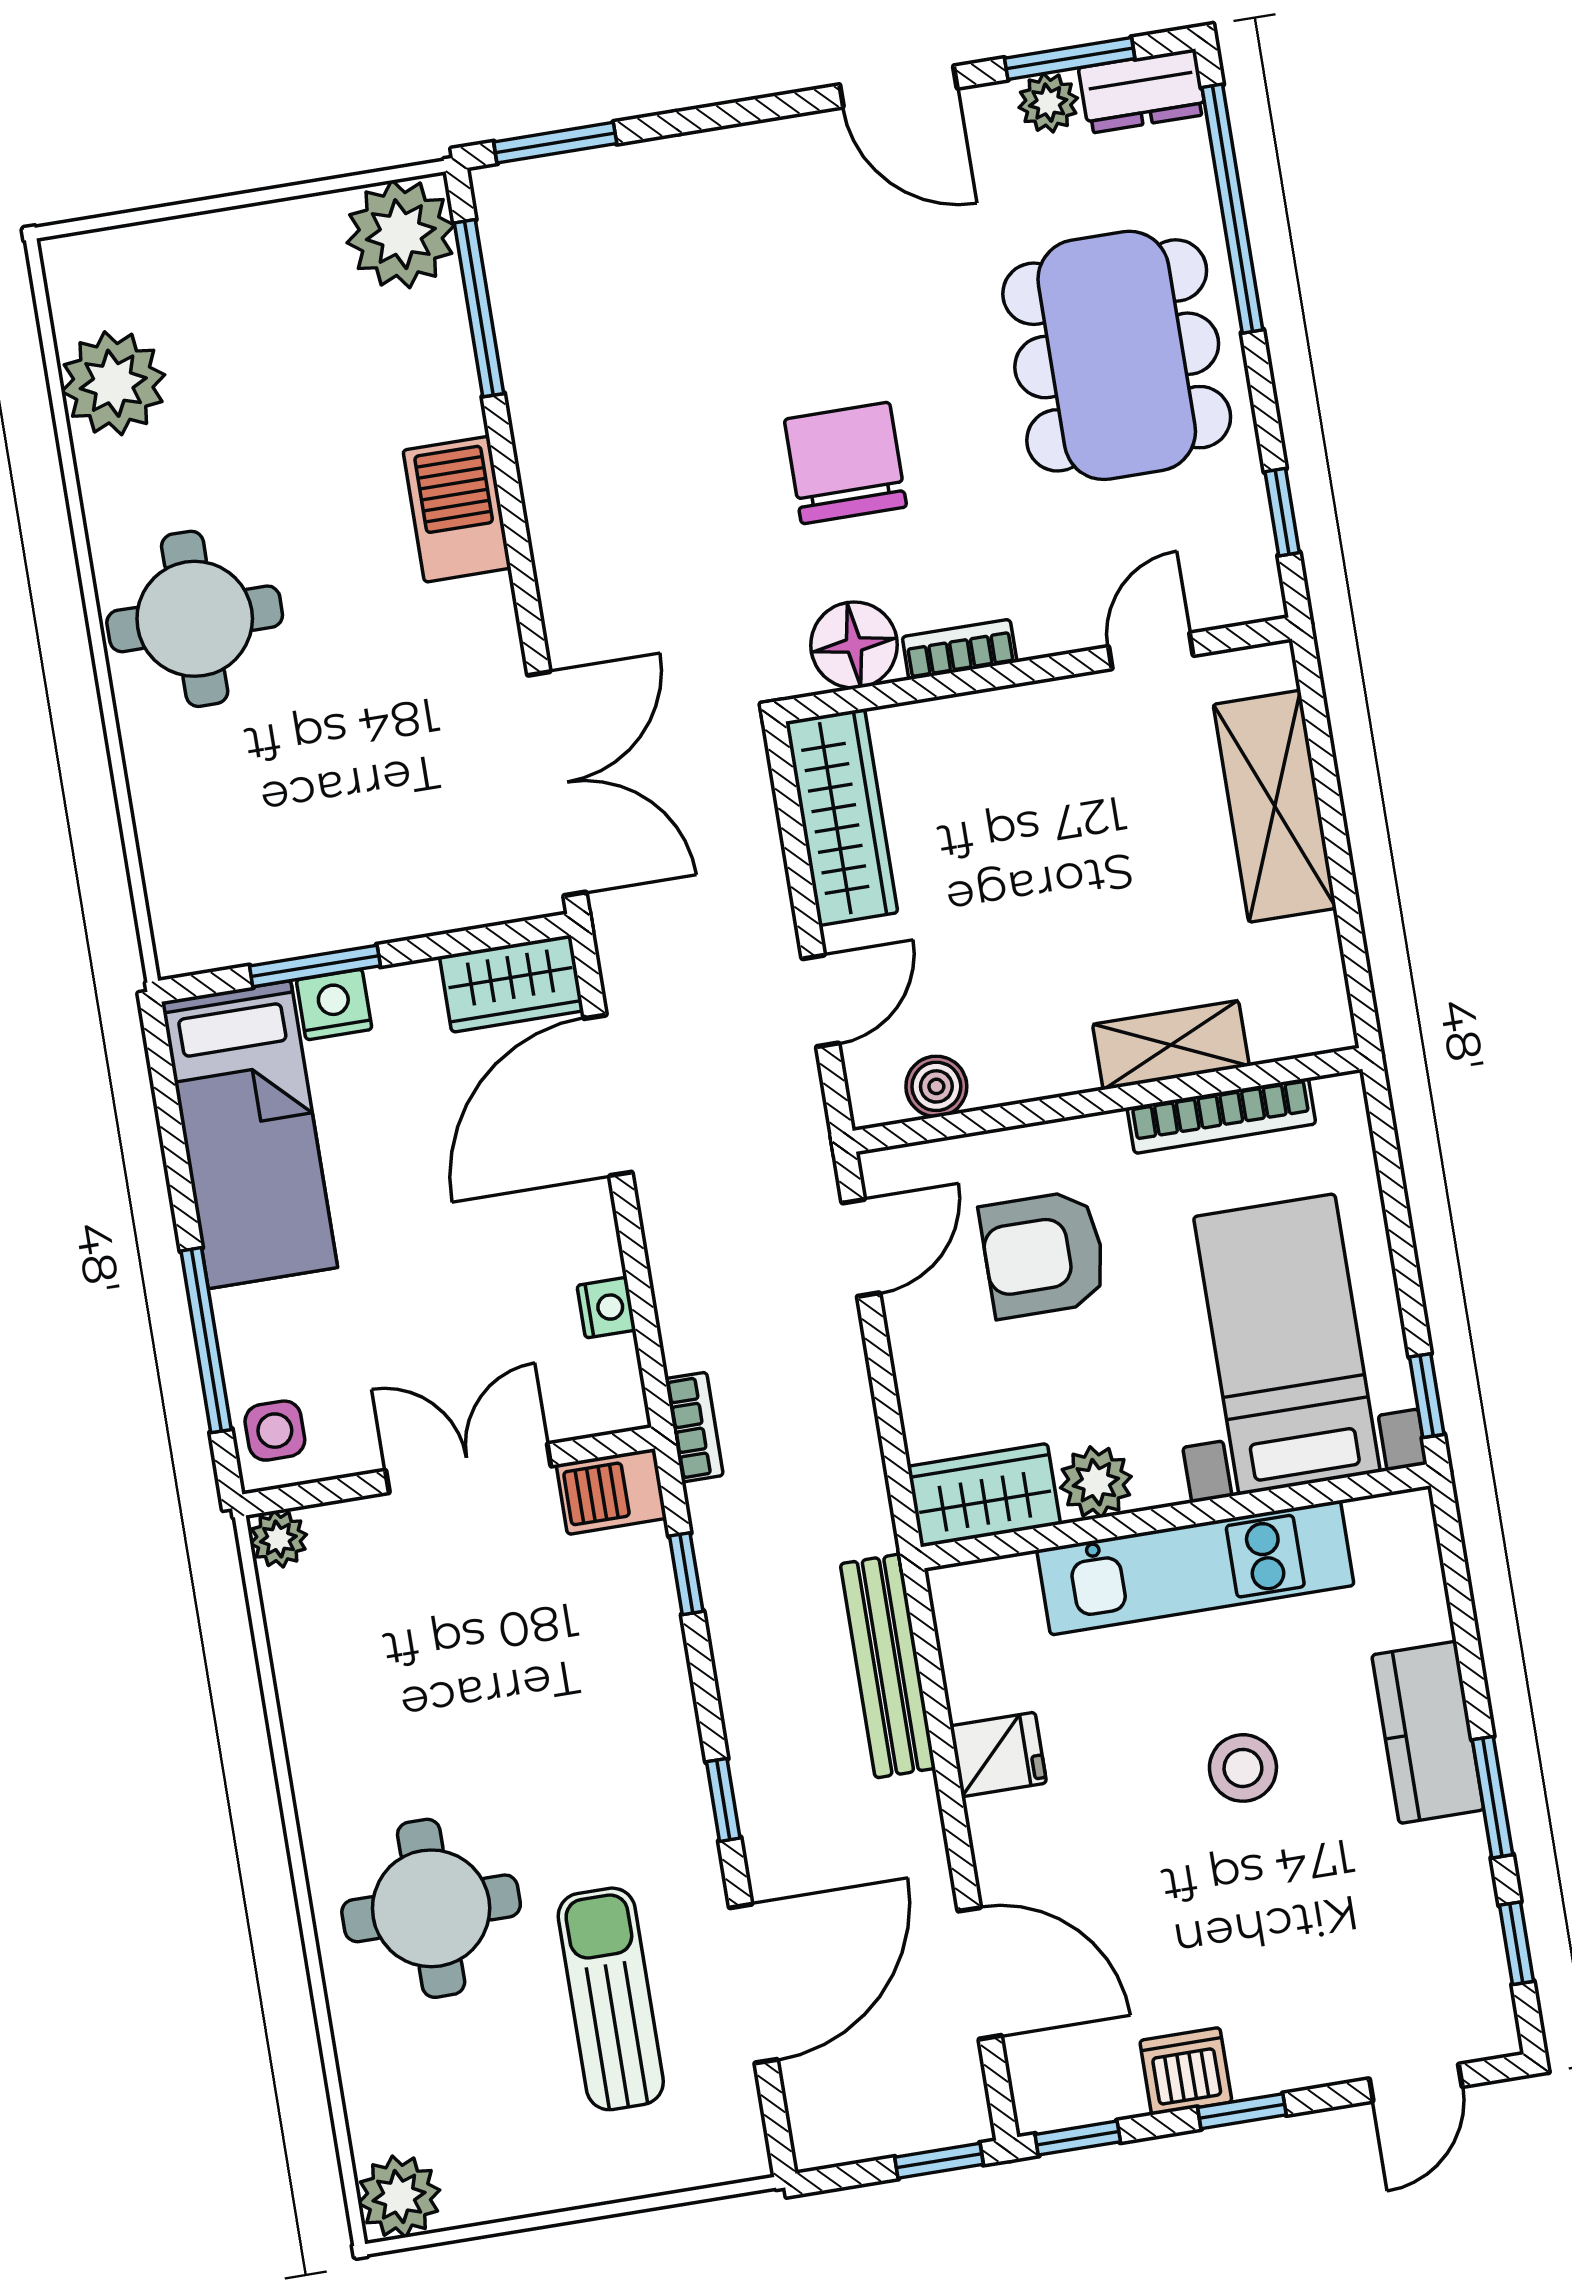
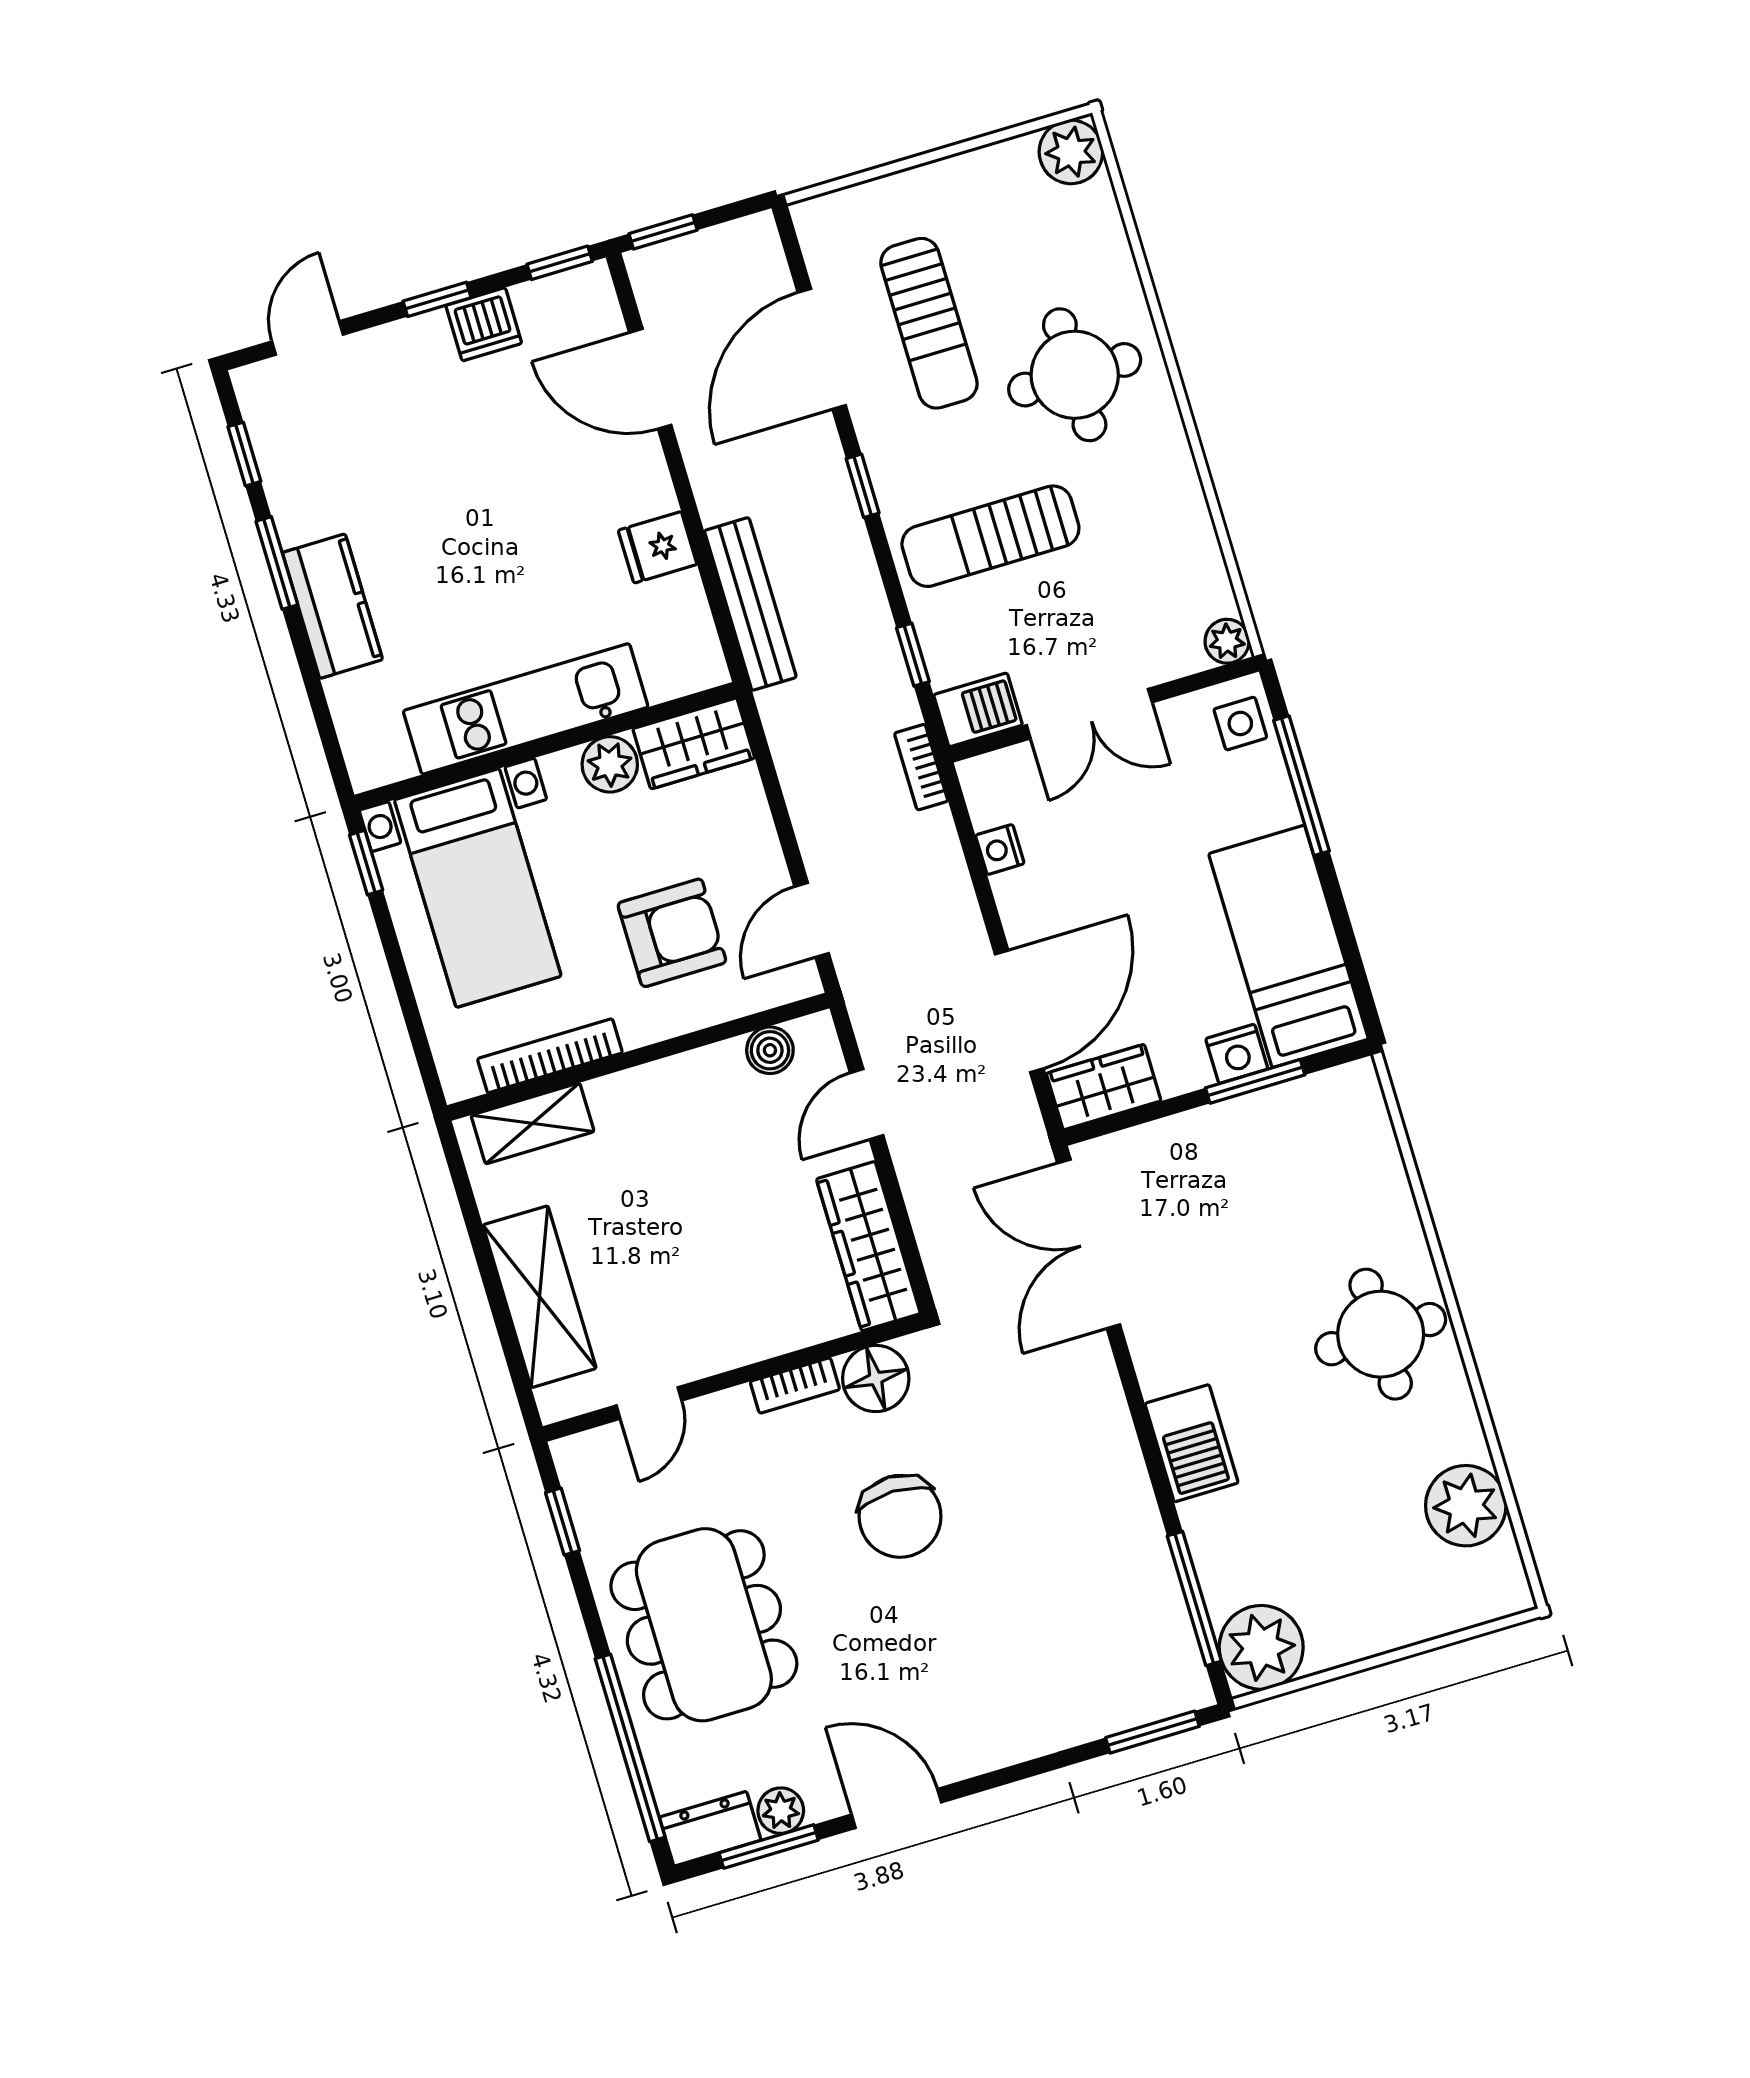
shelving: (1171, 1045) -> (533, 1123), moved
sun lounger: (567, 1714) -> (990, 536), added
stool: (1243, 1768) -> (470, 561), removed

